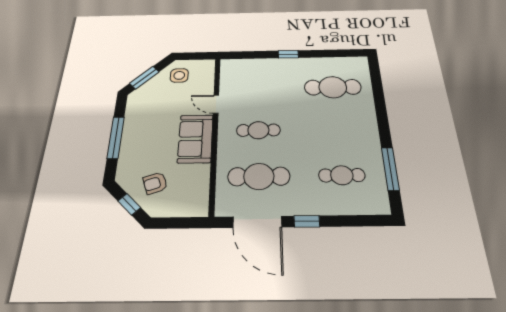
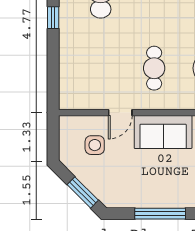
window: (288, 54) -> (53, 18), moved
side table: (179, 75) -> (95, 145), moved

